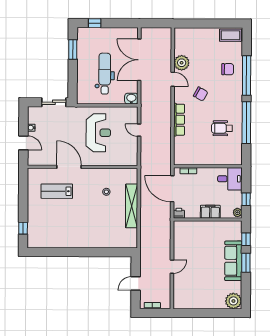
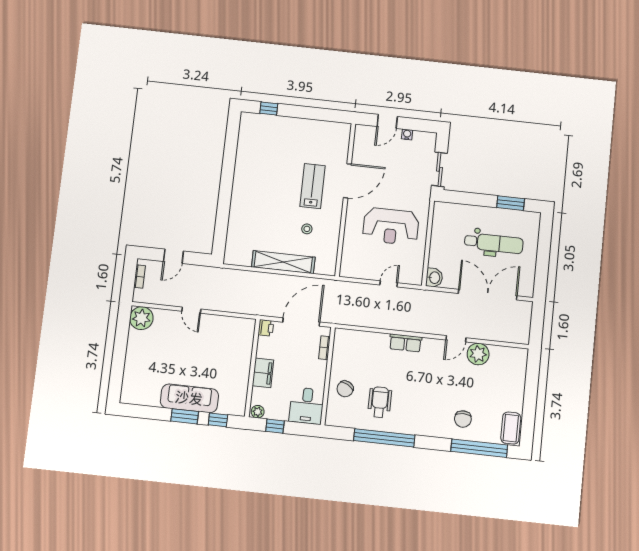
window: (95, 23) -> (545, 237), removed
dental chair: (105, 74) -> (494, 243), moved
window: (247, 76) -> (479, 448), moved
chair: (201, 94) -> (345, 389), moved
row of seats: (179, 120) -> (406, 343), width x0.68
lab bench: (57, 191) -> (312, 186), moved
door: (136, 283) -> (173, 256), swing flipped
plant: (233, 301) -> (141, 318), moved

